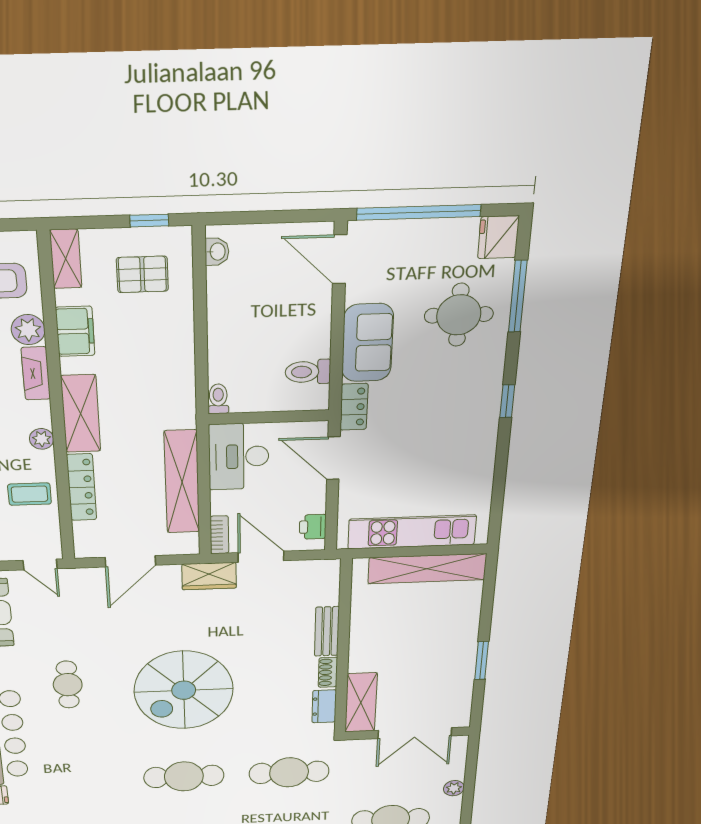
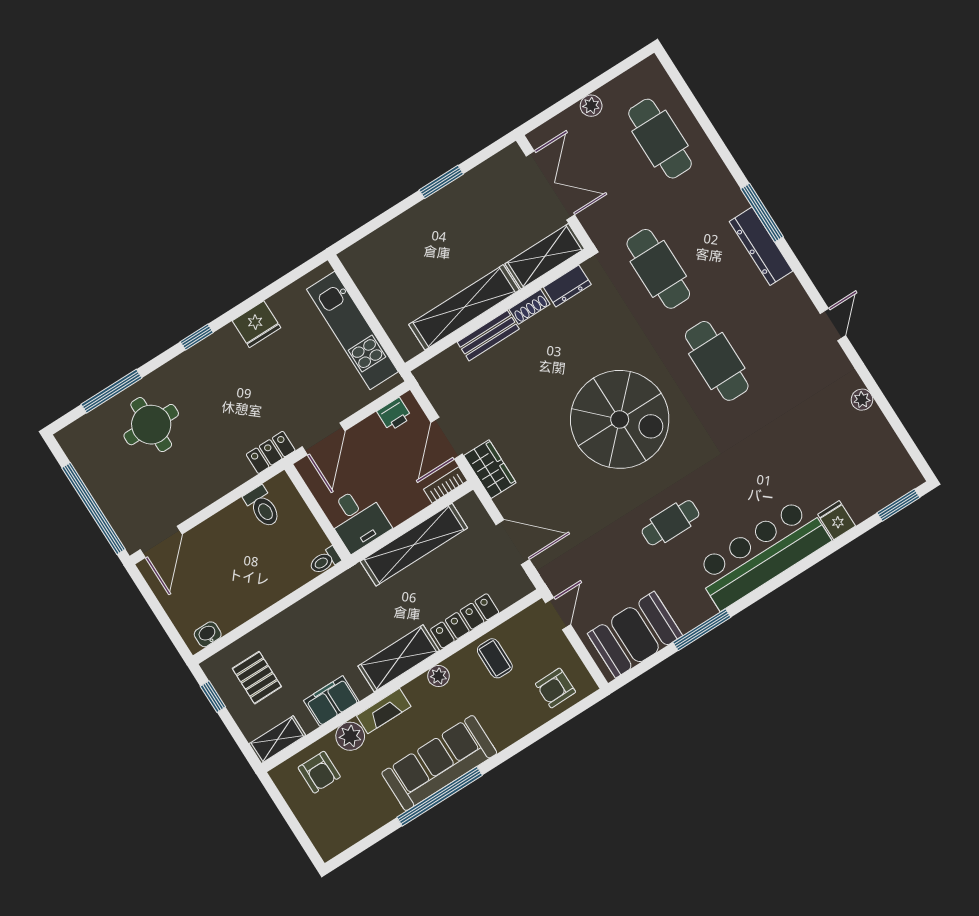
fridge: (498, 237) -> (257, 324), moved
sofa: (368, 343) -> (213, 478), removed
desk: (239, 457) -> (357, 519), width x0.73
shelving: (427, 569) -> (464, 307), moved, turned 90

